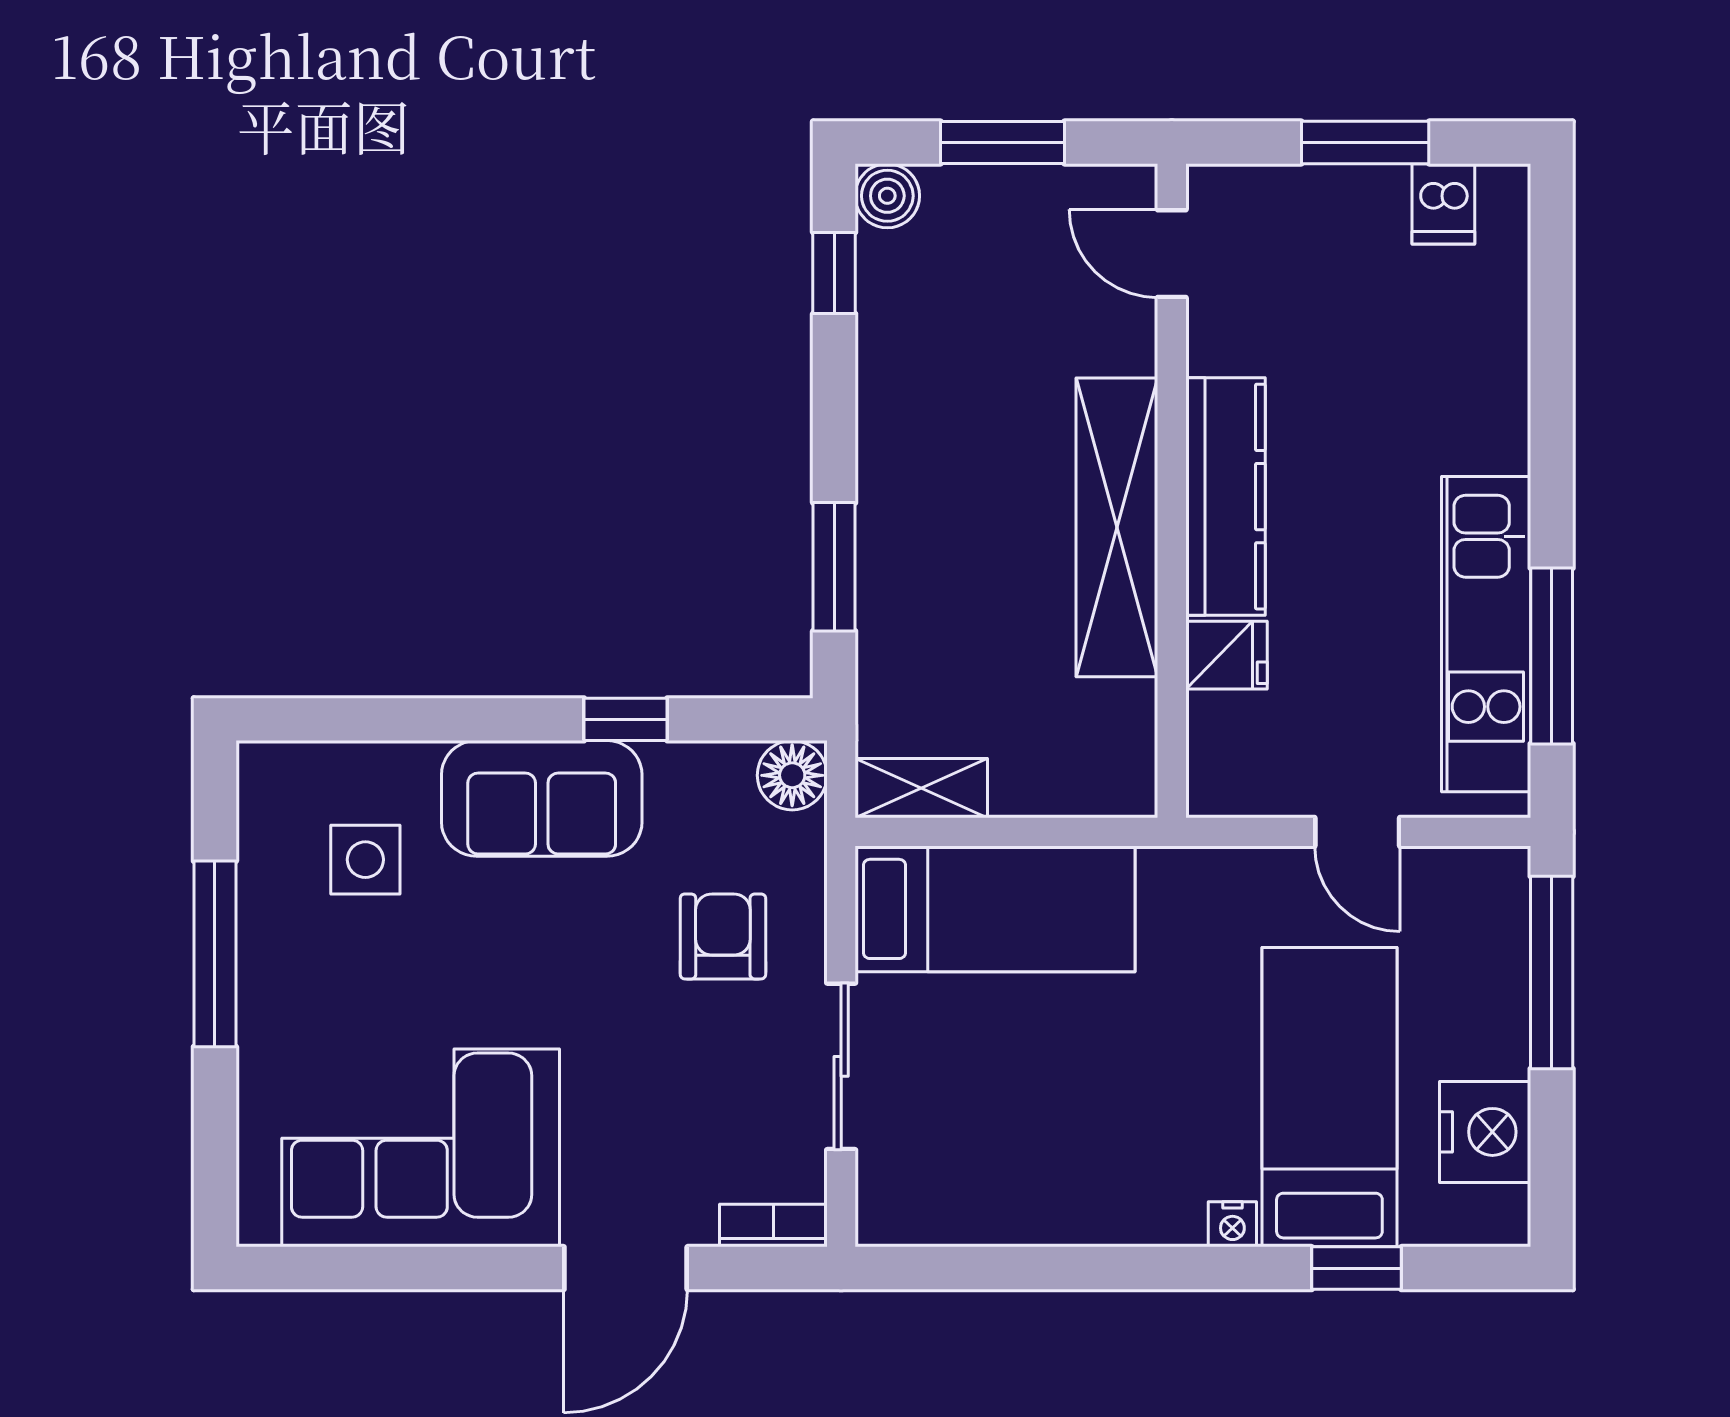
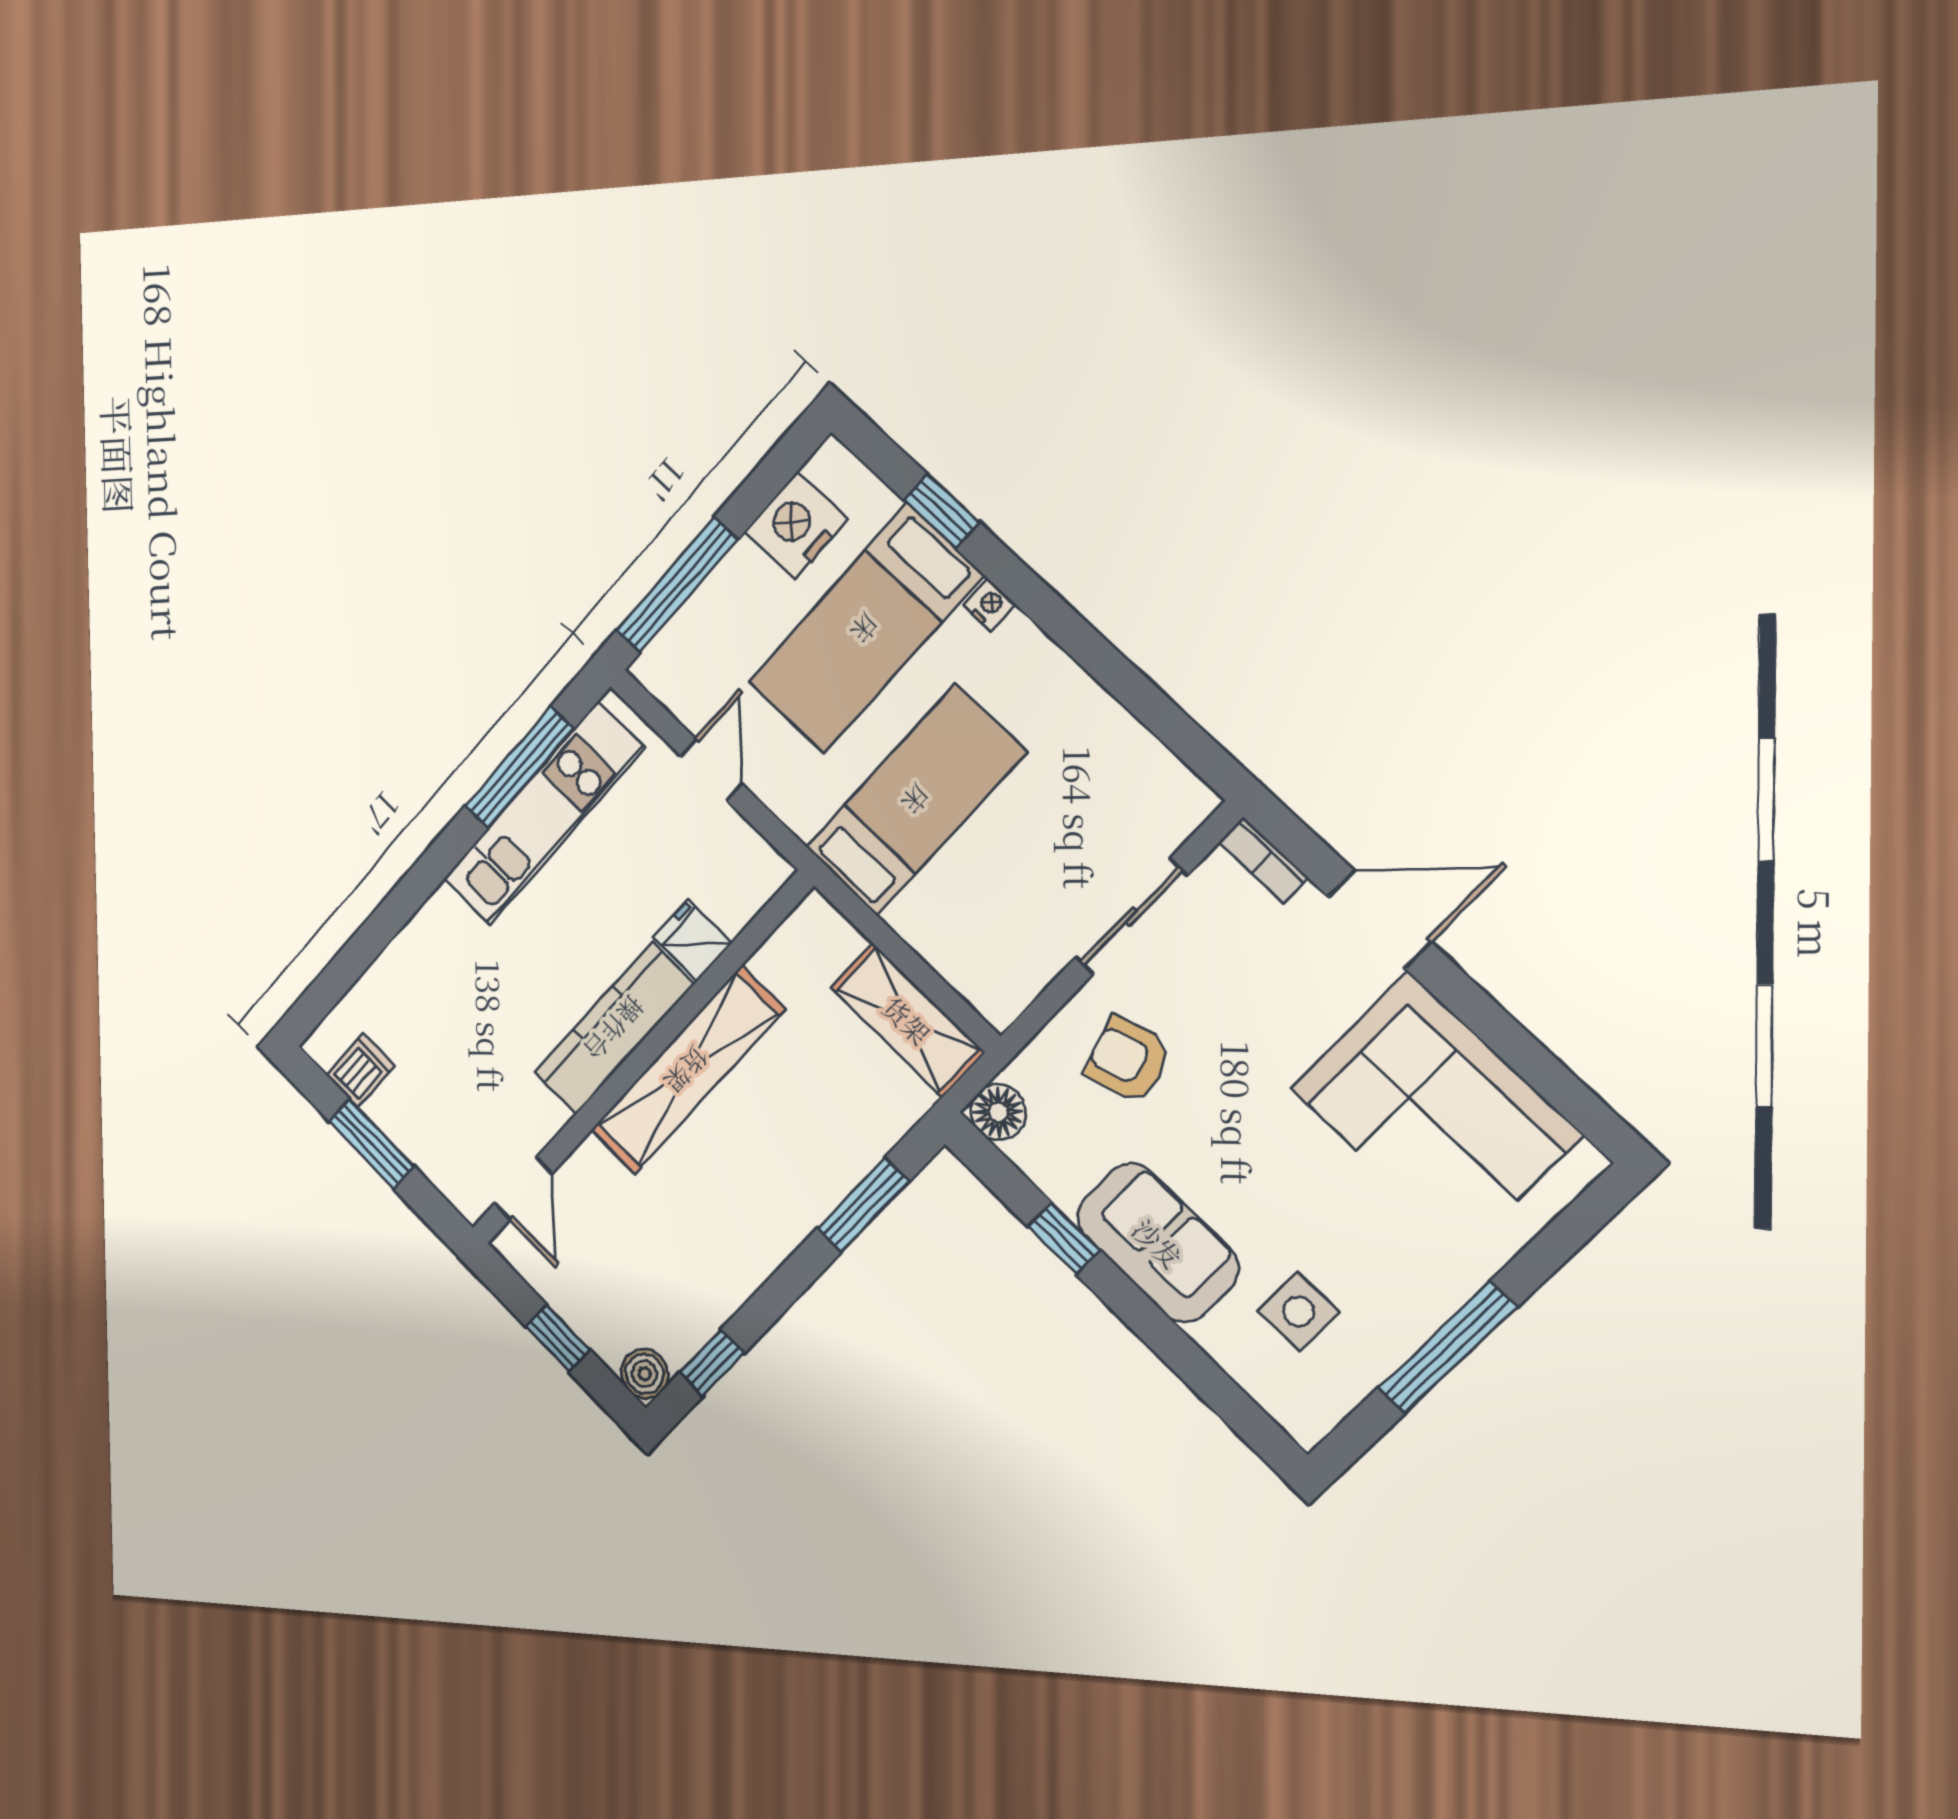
window: (1003, 142) -> (558, 1338), width x0.67
shelving: (921, 788) -> (907, 1020), width x1.50, depth x1.33
bed: (995, 909) -> (916, 800), moved, turned 90
armchair: (723, 936) -> (1128, 1059), turned 73

